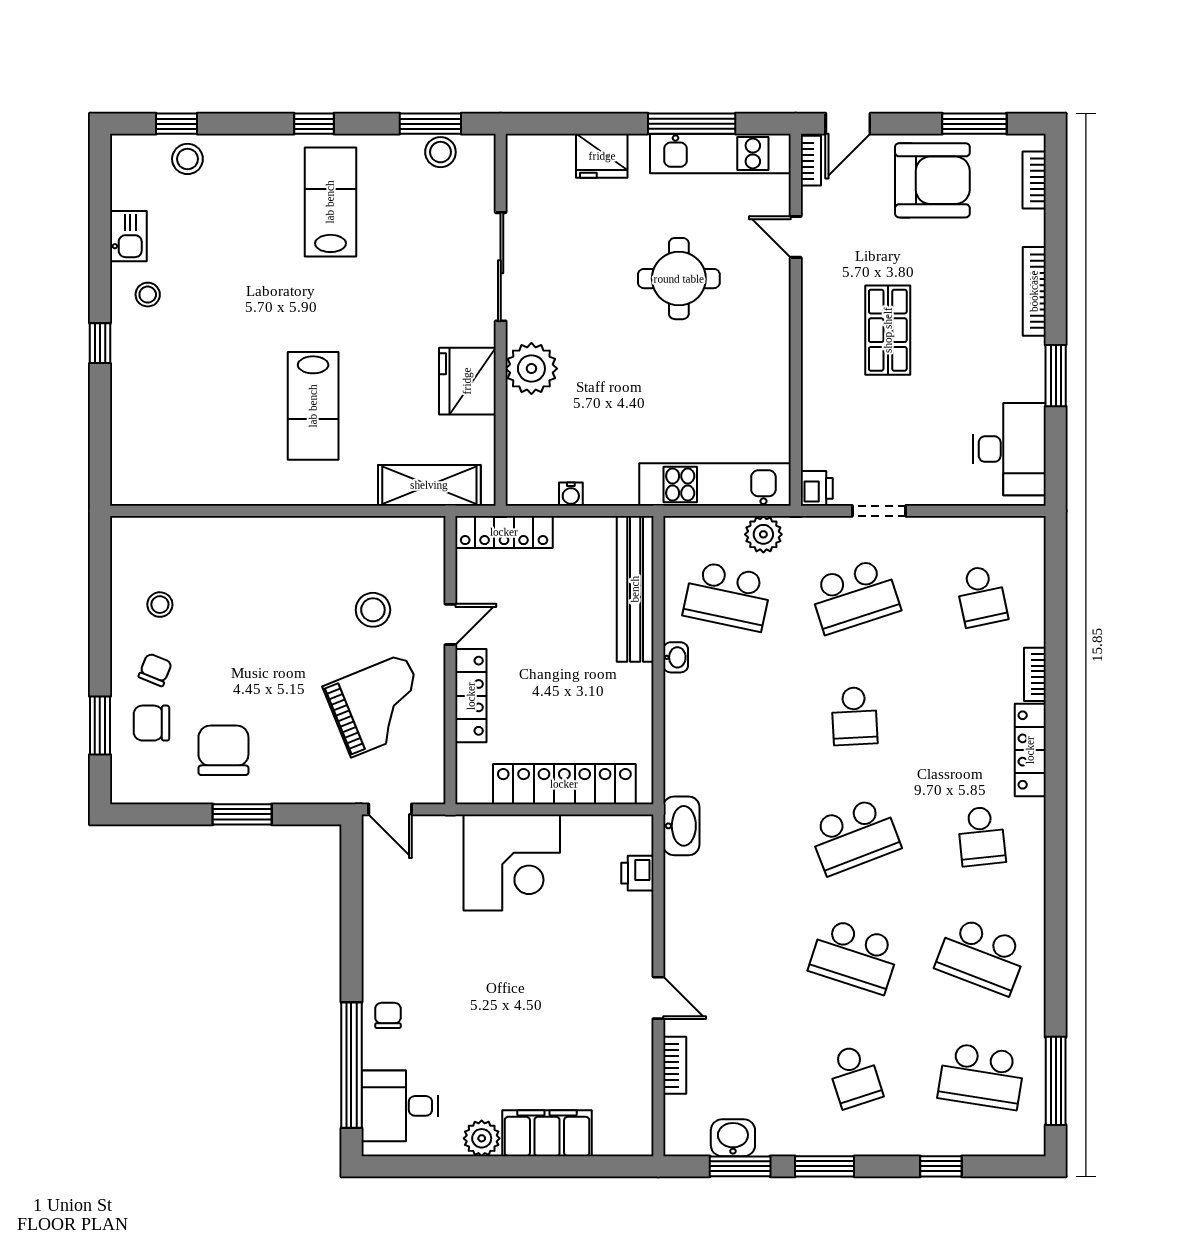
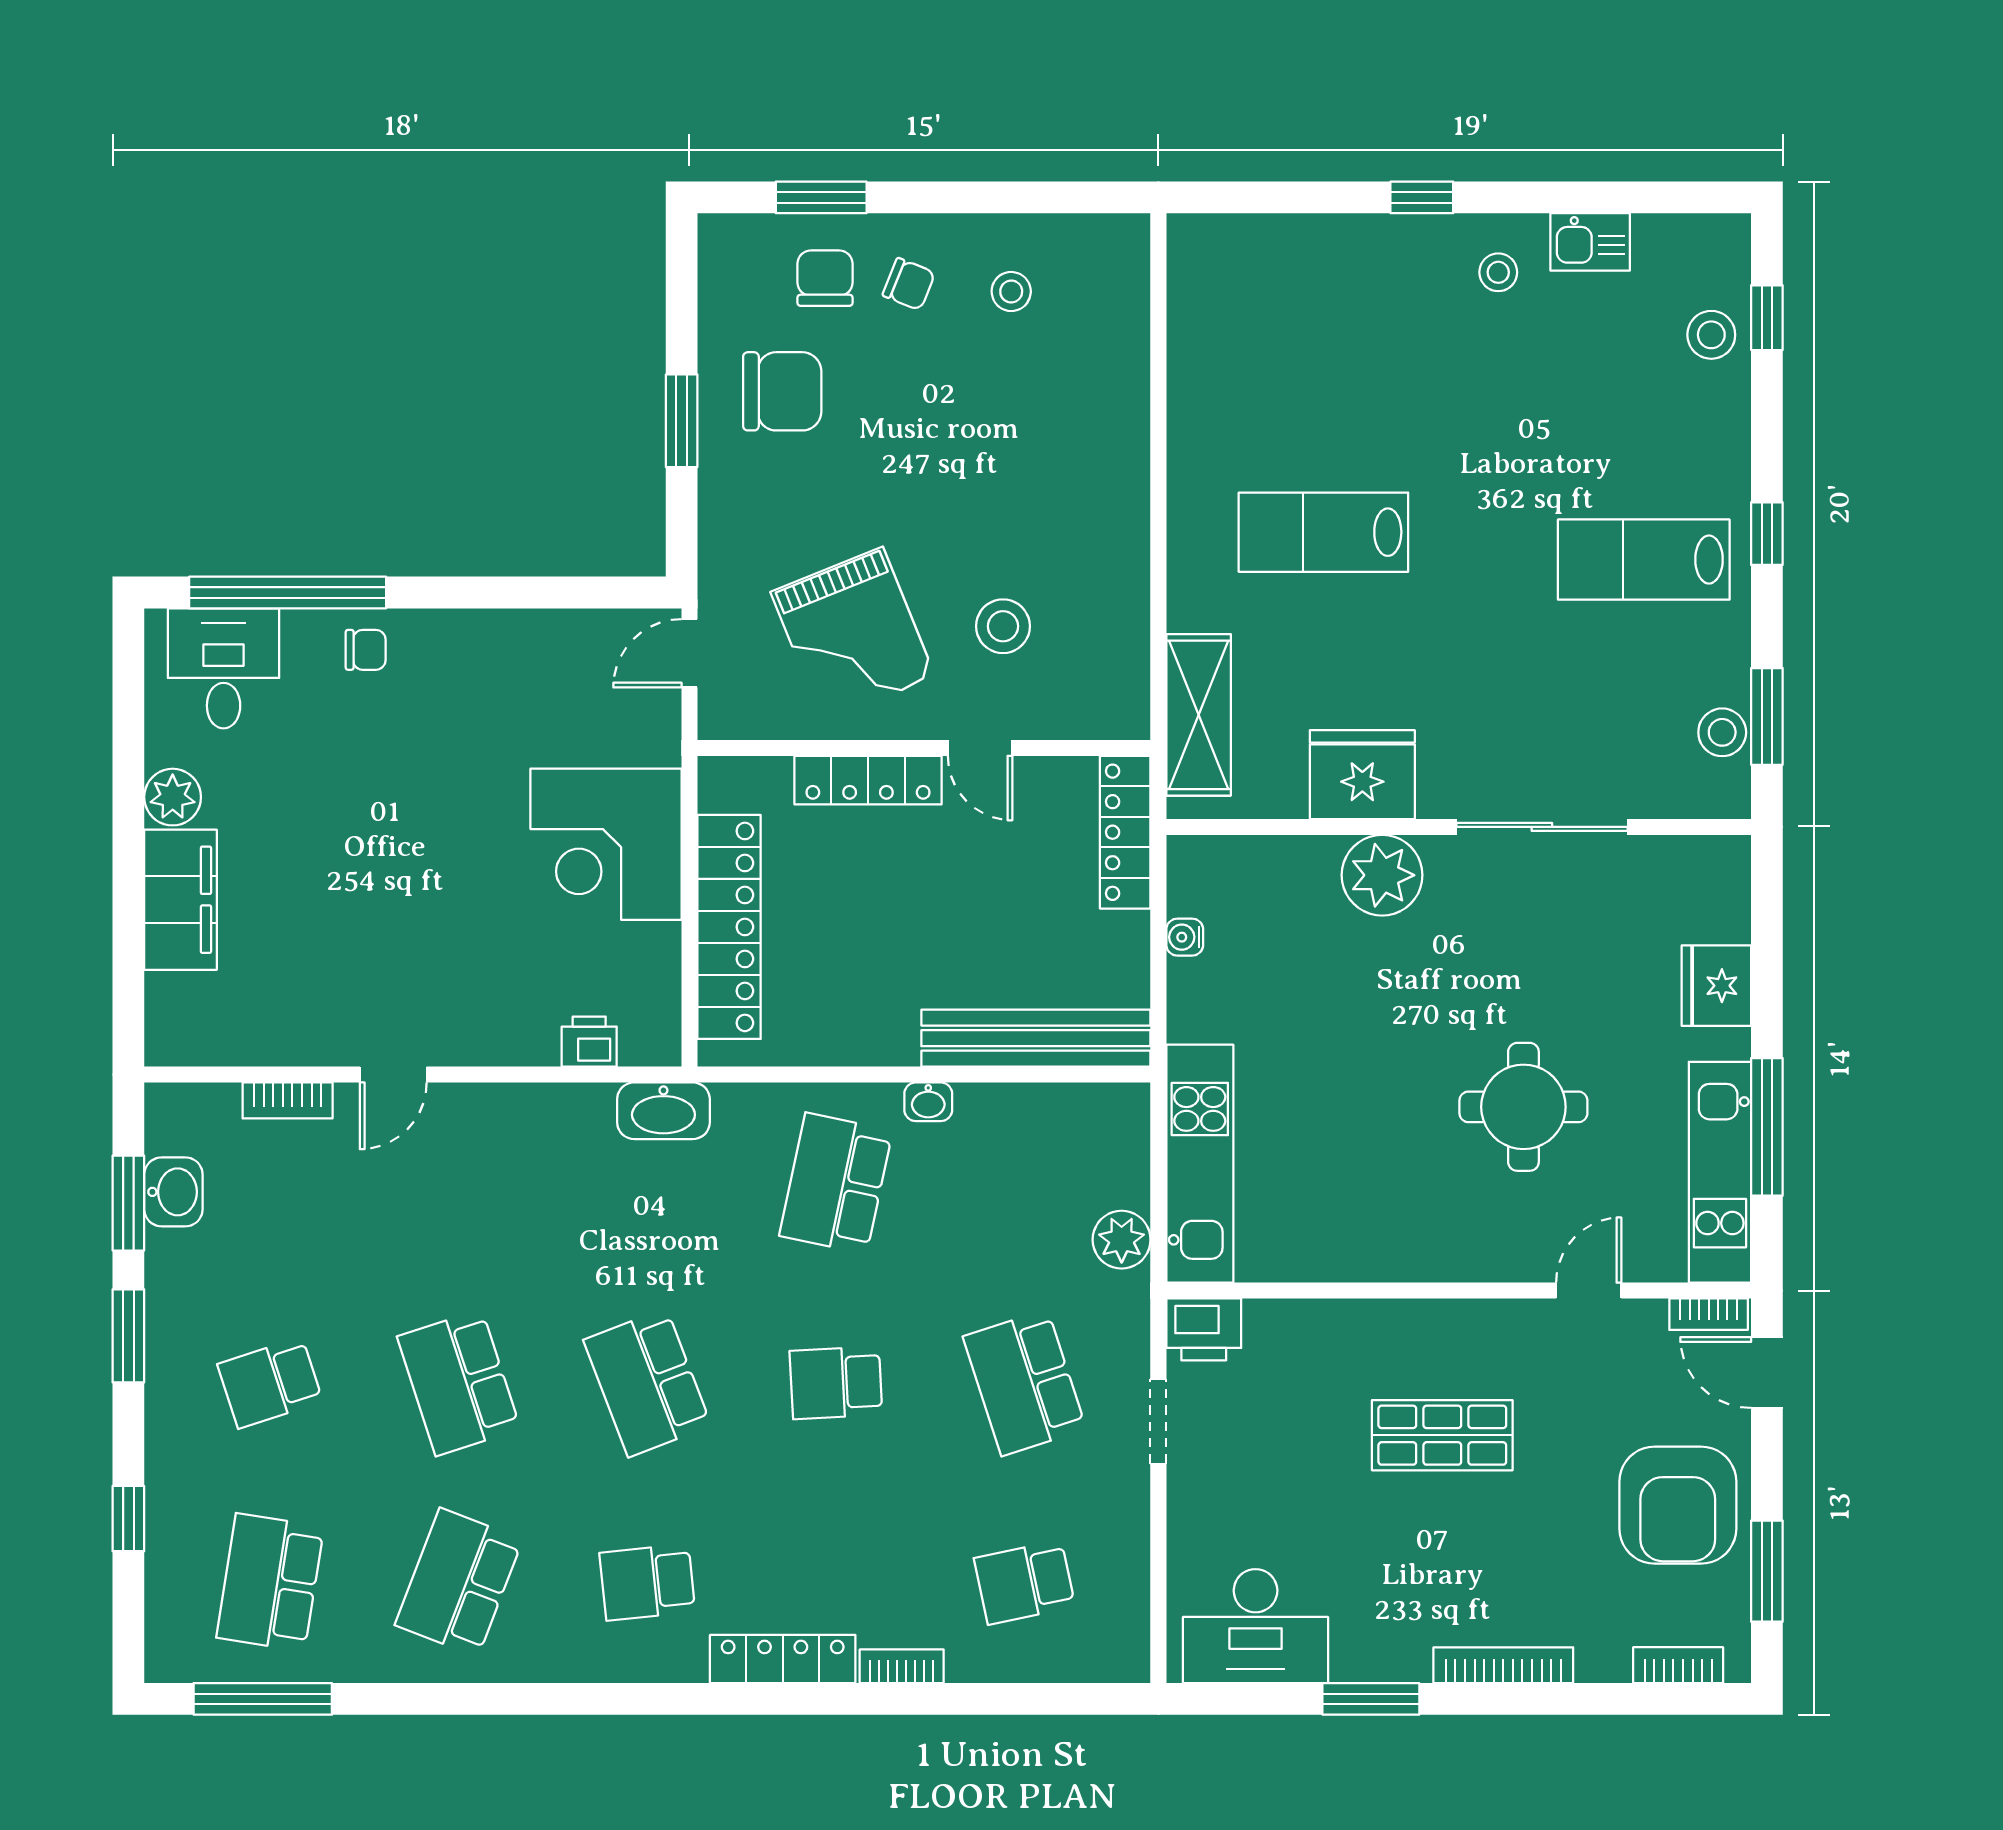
lab bench: (330, 202) -> (1644, 560), turned 180
printer: (817, 488) -> (1204, 1329), width x1.36, depth x1.24
school desk: (727, 596) -> (836, 1183), moved
school desk: (854, 956) -> (459, 1383), turned -36

